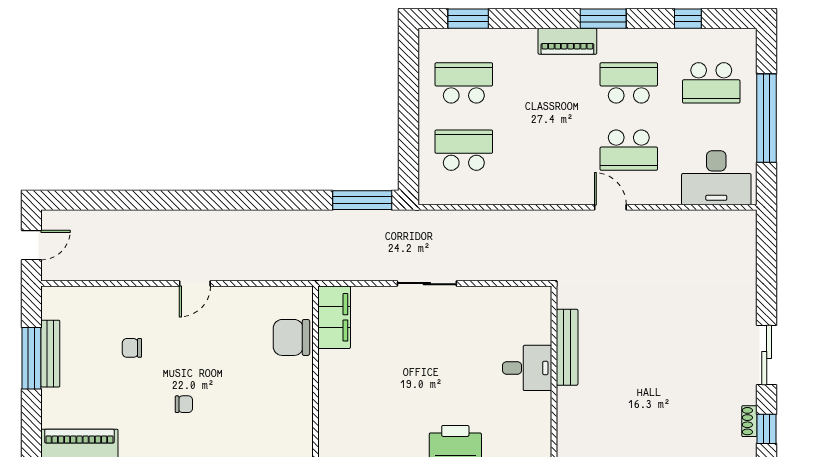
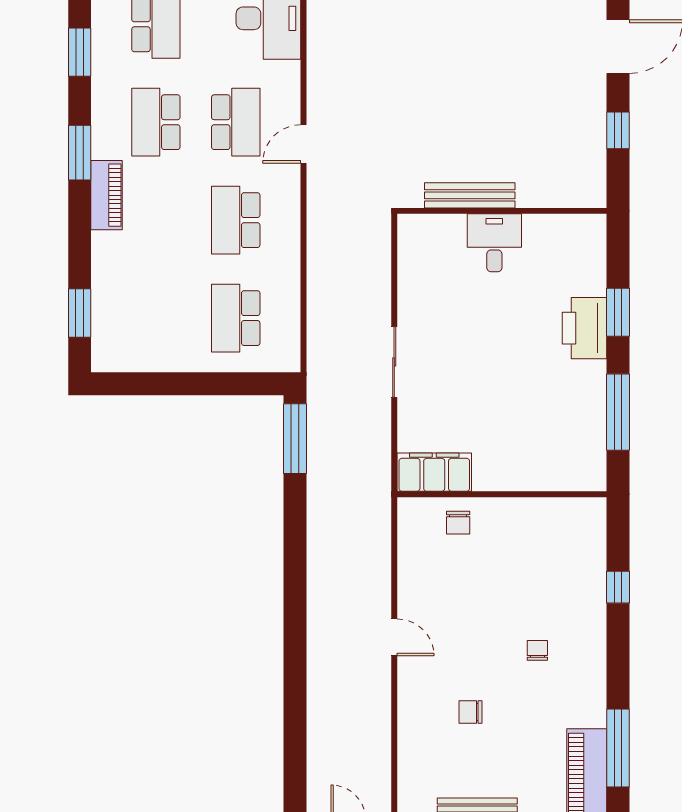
window: (688, 19) -> (80, 52), width x1.50
school desk: (464, 83) -> (236, 220), moved
chair: (291, 337) -> (458, 523), width x0.54, depth x0.54
chair: (132, 348) -> (471, 712), turned 90

